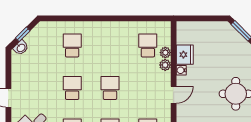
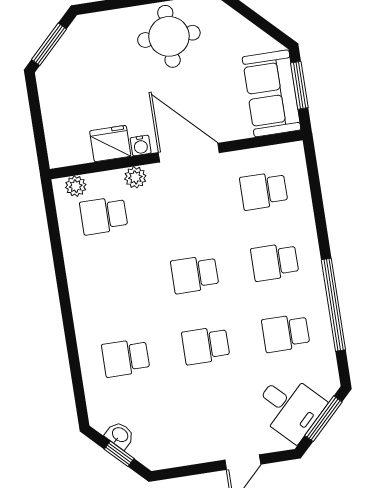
washbasin: (21, 48) -> (120, 435), moved
plant: (165, 53) -> (76, 186), moved
door: (174, 95) -> (189, 153), width x1.88

